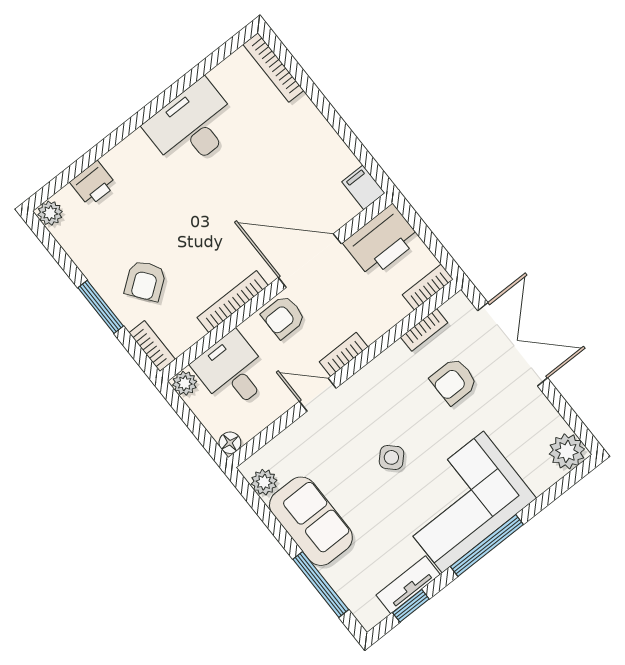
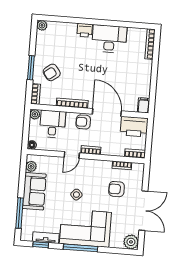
printer: (93, 184) -> (85, 30), moved
double door: (513, 344) -> (143, 211), moved
door: (318, 395) -> (72, 155), swing flipped

